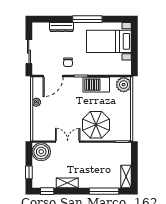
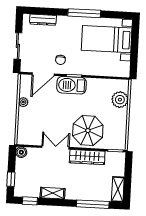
dresser: (62, 27) -> (43, 20), moved
barbecue: (96, 85) -> (72, 85), moved
plant: (124, 85) -> (120, 100), moved
wardrobe: (97, 149) -> (87, 157), added
boiler: (41, 152) -> (21, 152), width x0.54, depth x0.54

